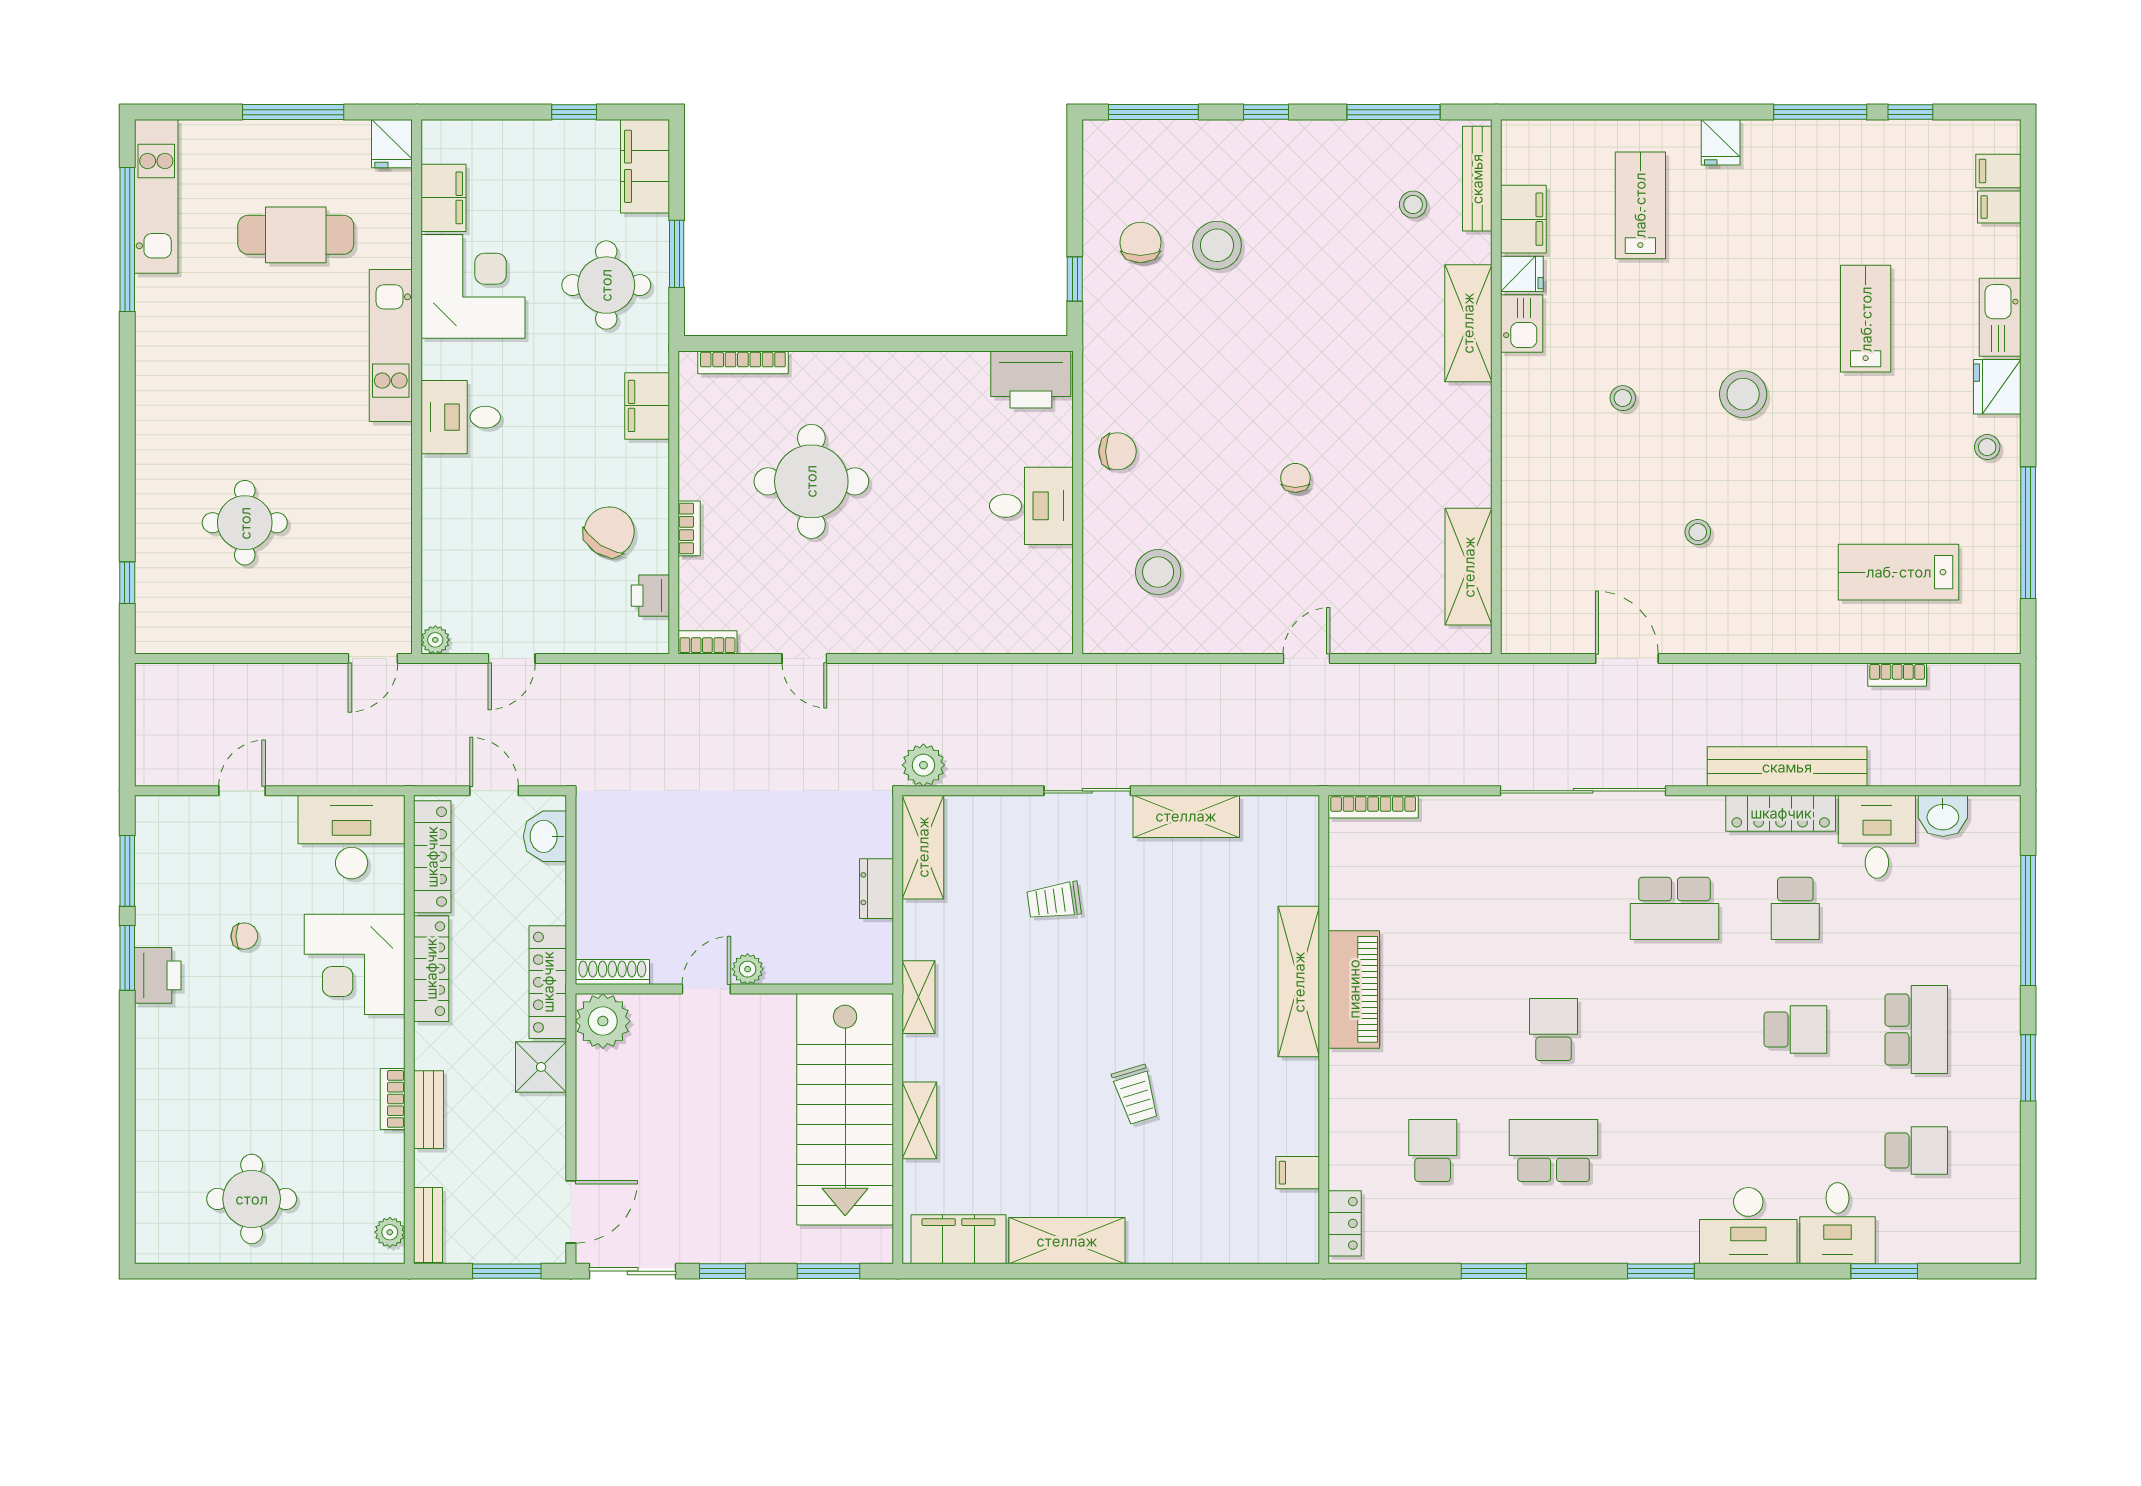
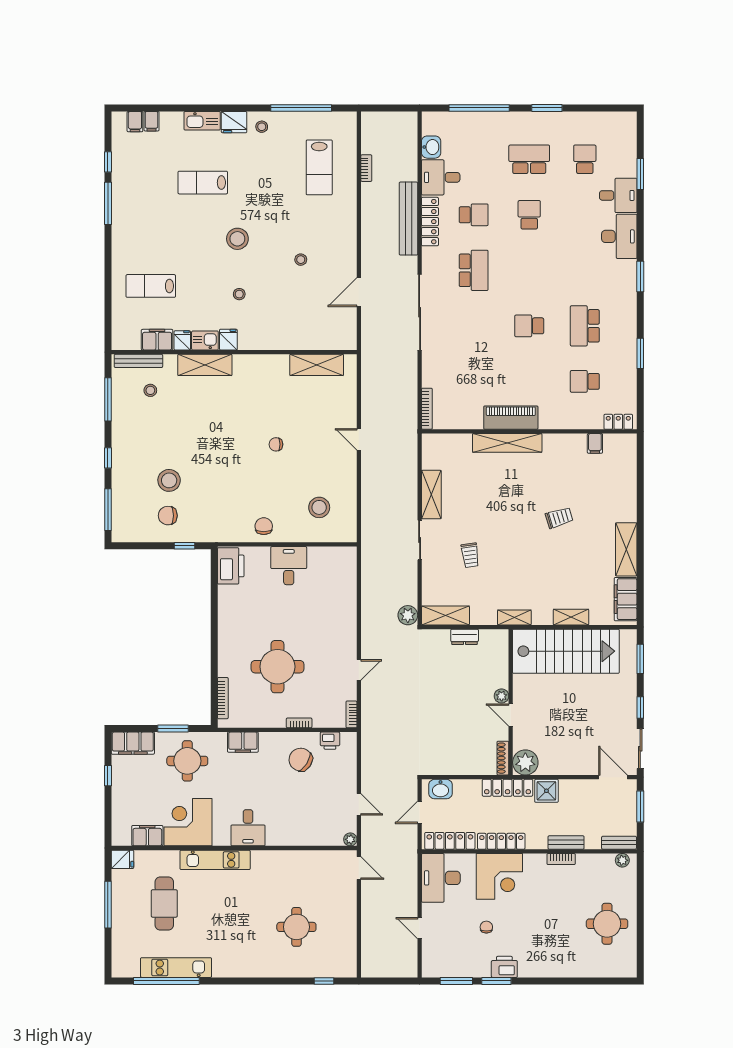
fridge: (1721, 142) -> (228, 340), moved, turned -90
kitchen unit: (156, 196) -> (176, 968), moved

